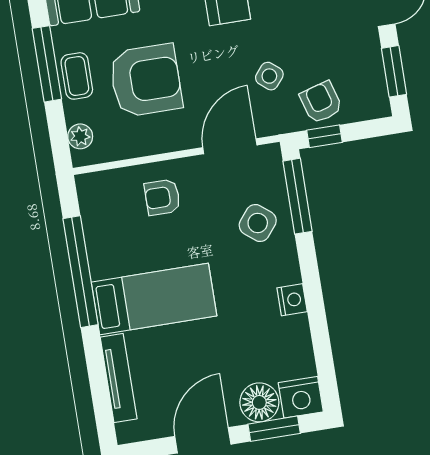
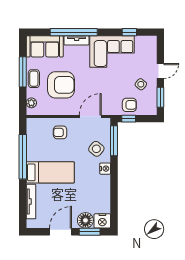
side table: (269, 76) -> (141, 84), moved
armchair: (321, 102) -> (129, 105), turned 106
nightstand: (292, 300) -> (105, 169), moved

